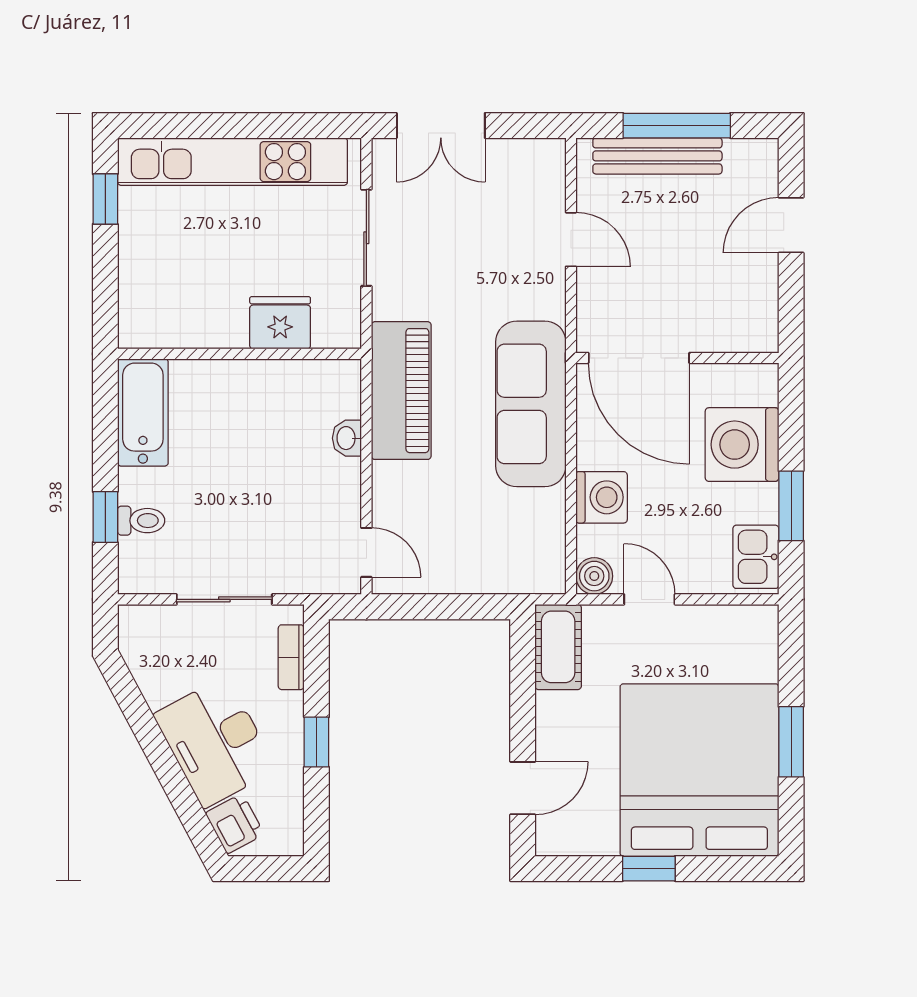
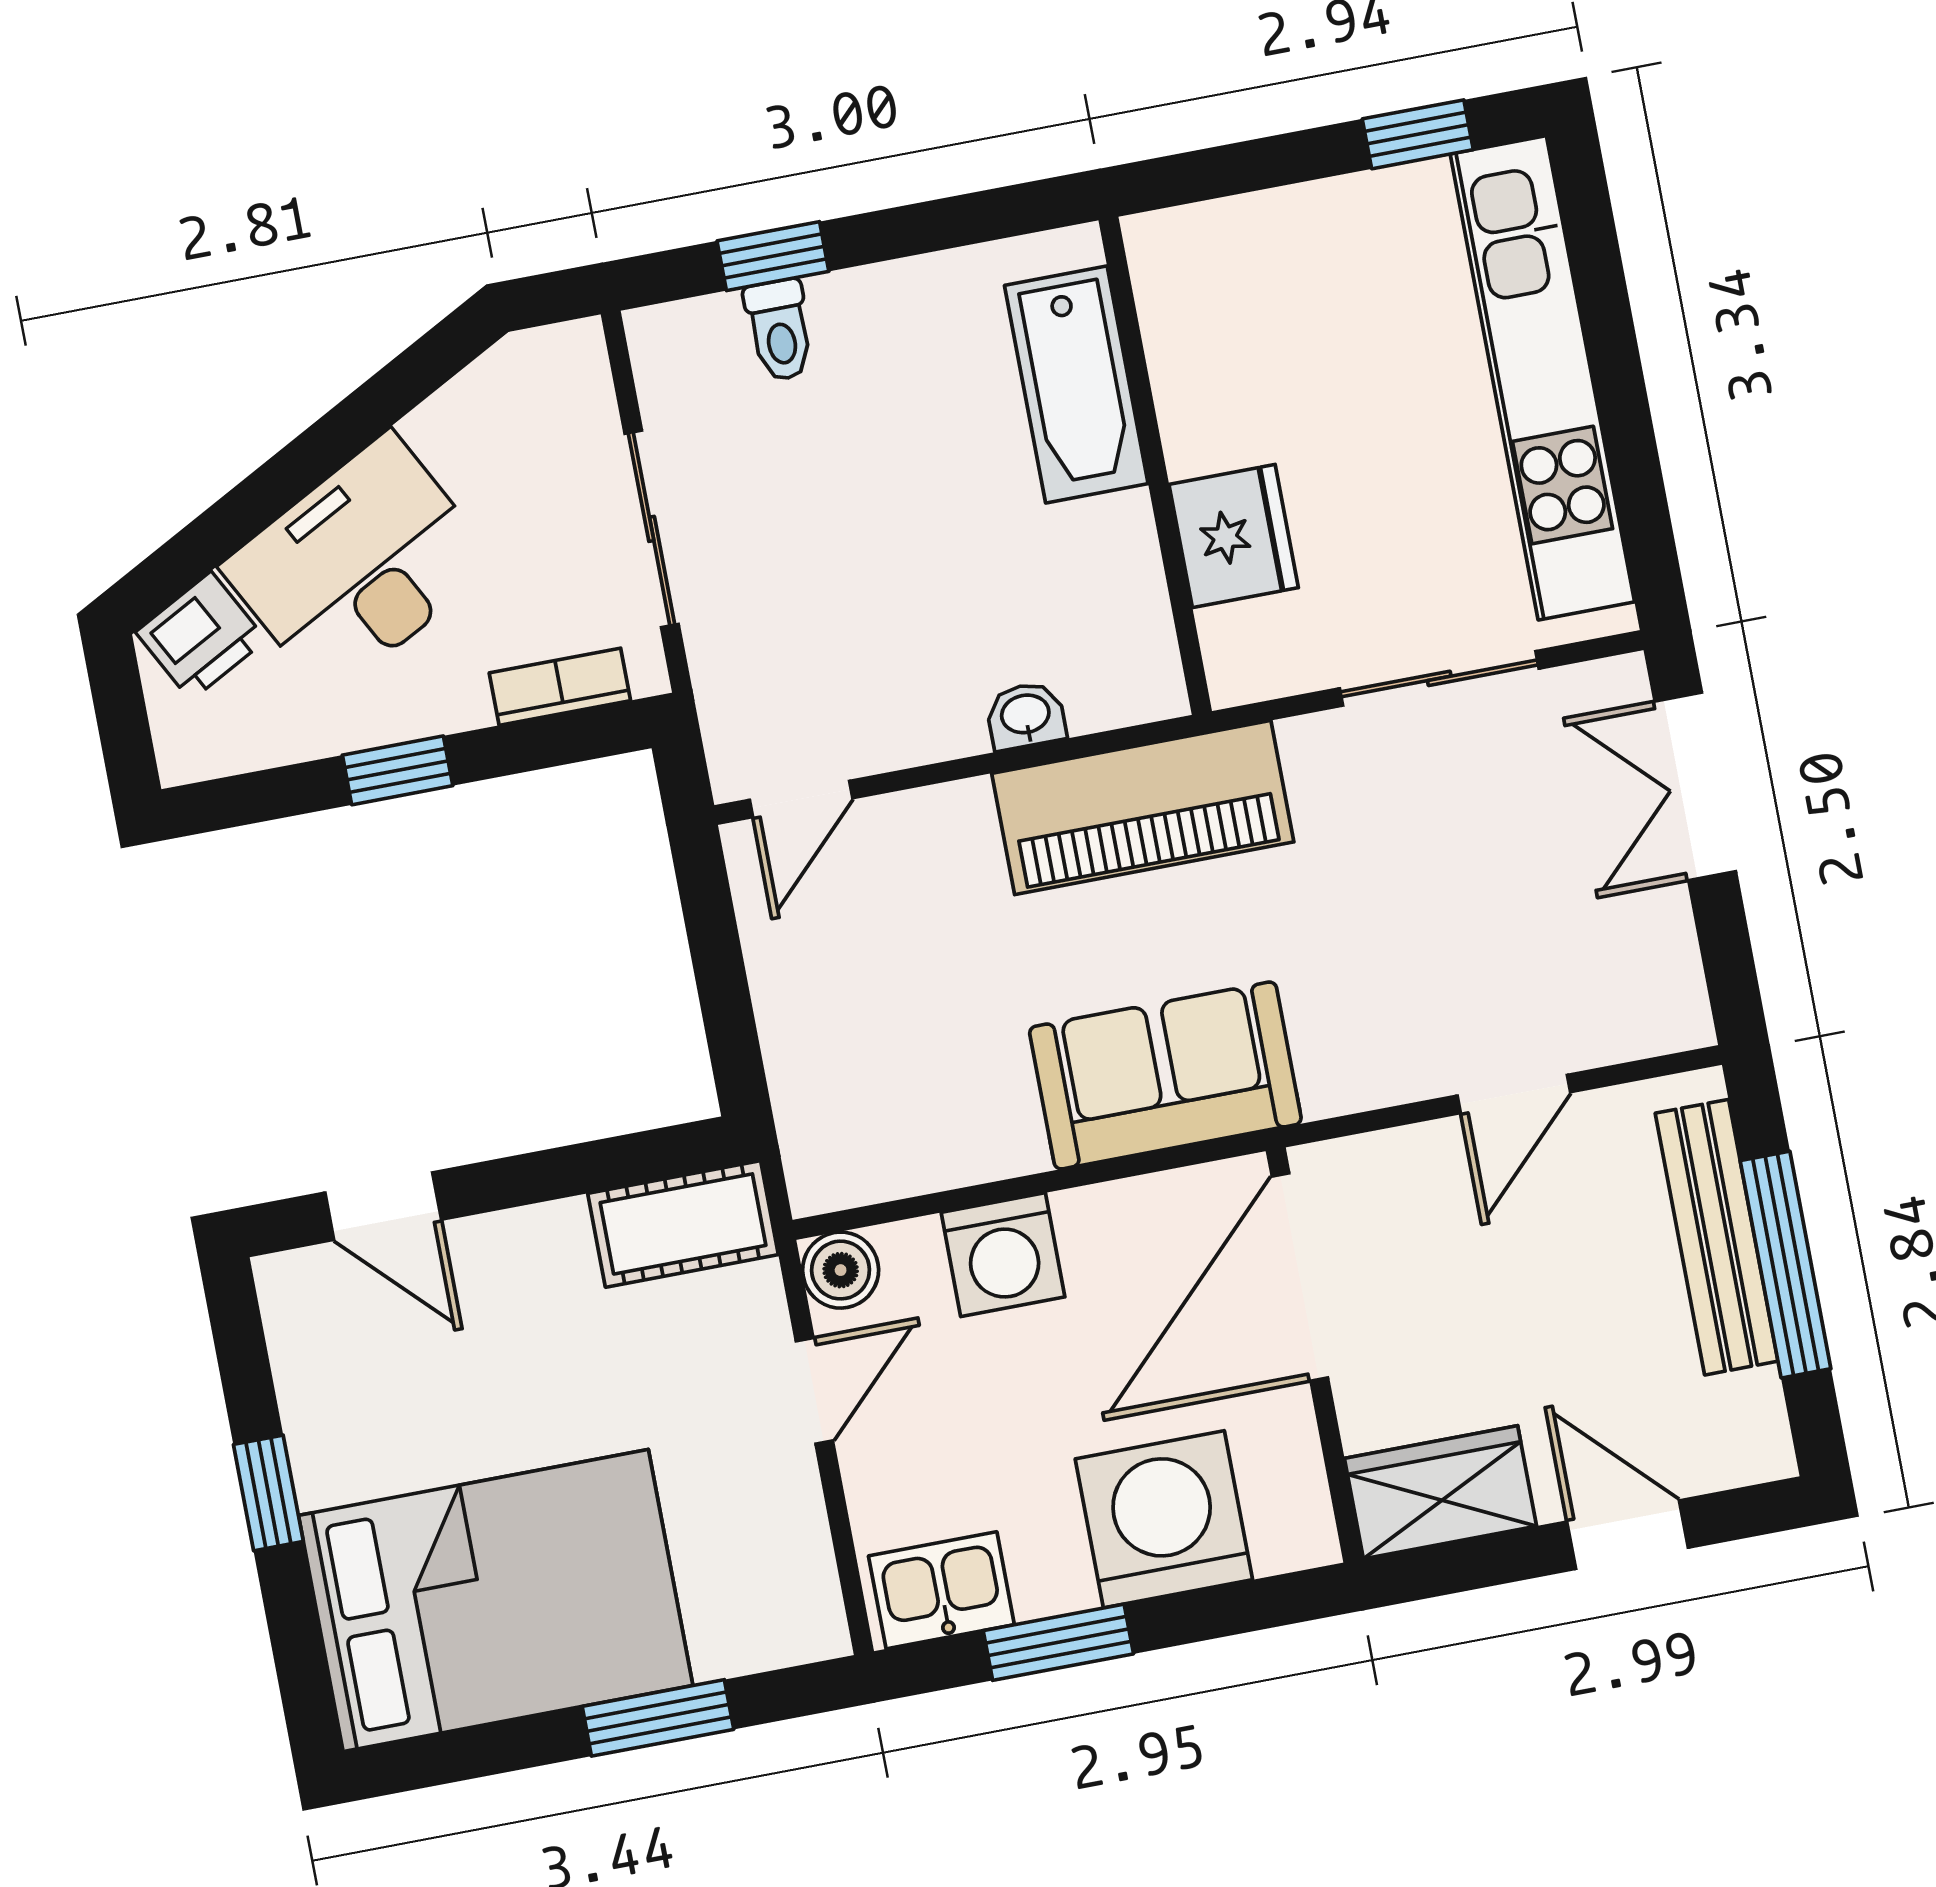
wardrobe: (754, 310) -> (1441, 1492), added
sofa: (531, 404) -> (1165, 1076), width x0.73
bathtub: (143, 412) -> (1076, 385), moved, turned 90
window: (791, 742) -> (658, 1718), moved
bed: (699, 770) -> (496, 1600), width x0.73

